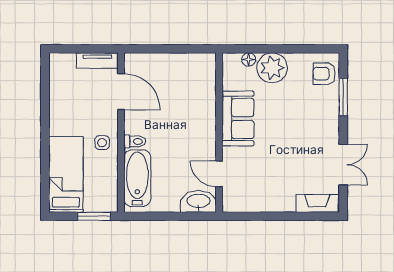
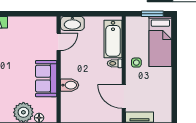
bidet: (203, 109) -> (70, 85), added
door: (219, 174) -> (59, 42), hinge flipped
window: (94, 216) -> (152, 14), moved

